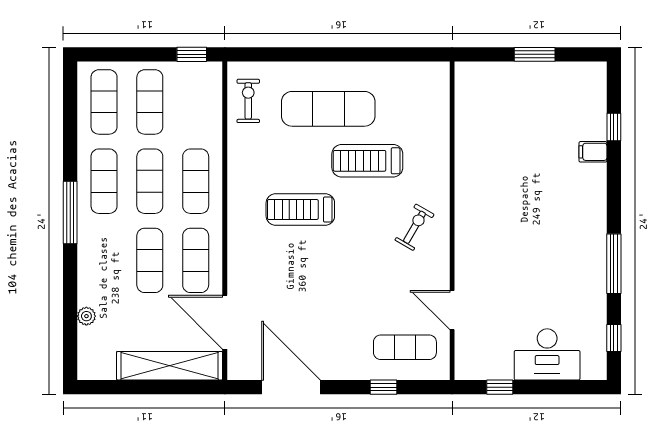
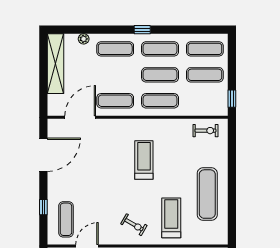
exercise mat: (328, 109) -> (207, 194), moved
treadmill: (367, 161) -> (171, 218), moved
window: (70, 212) -> (142, 30), width x0.46
exercise mat: (150, 260) -> (115, 49), moved
shelving: (170, 366) -> (56, 64), moved

